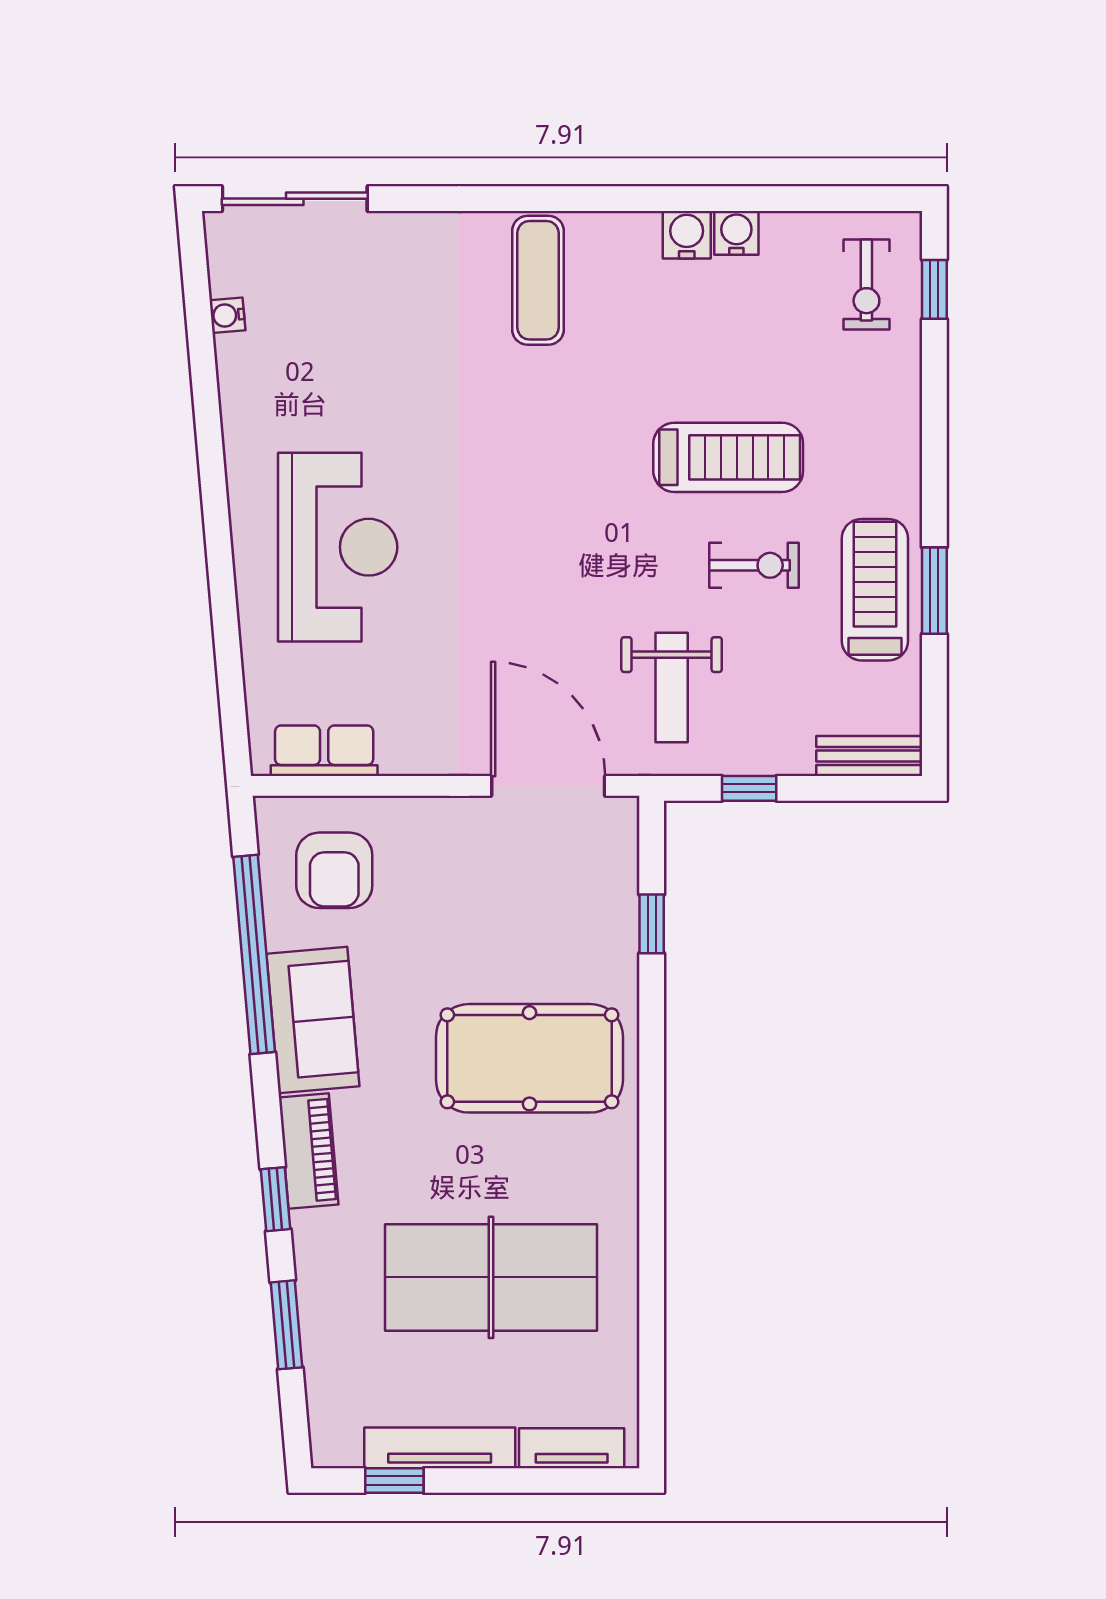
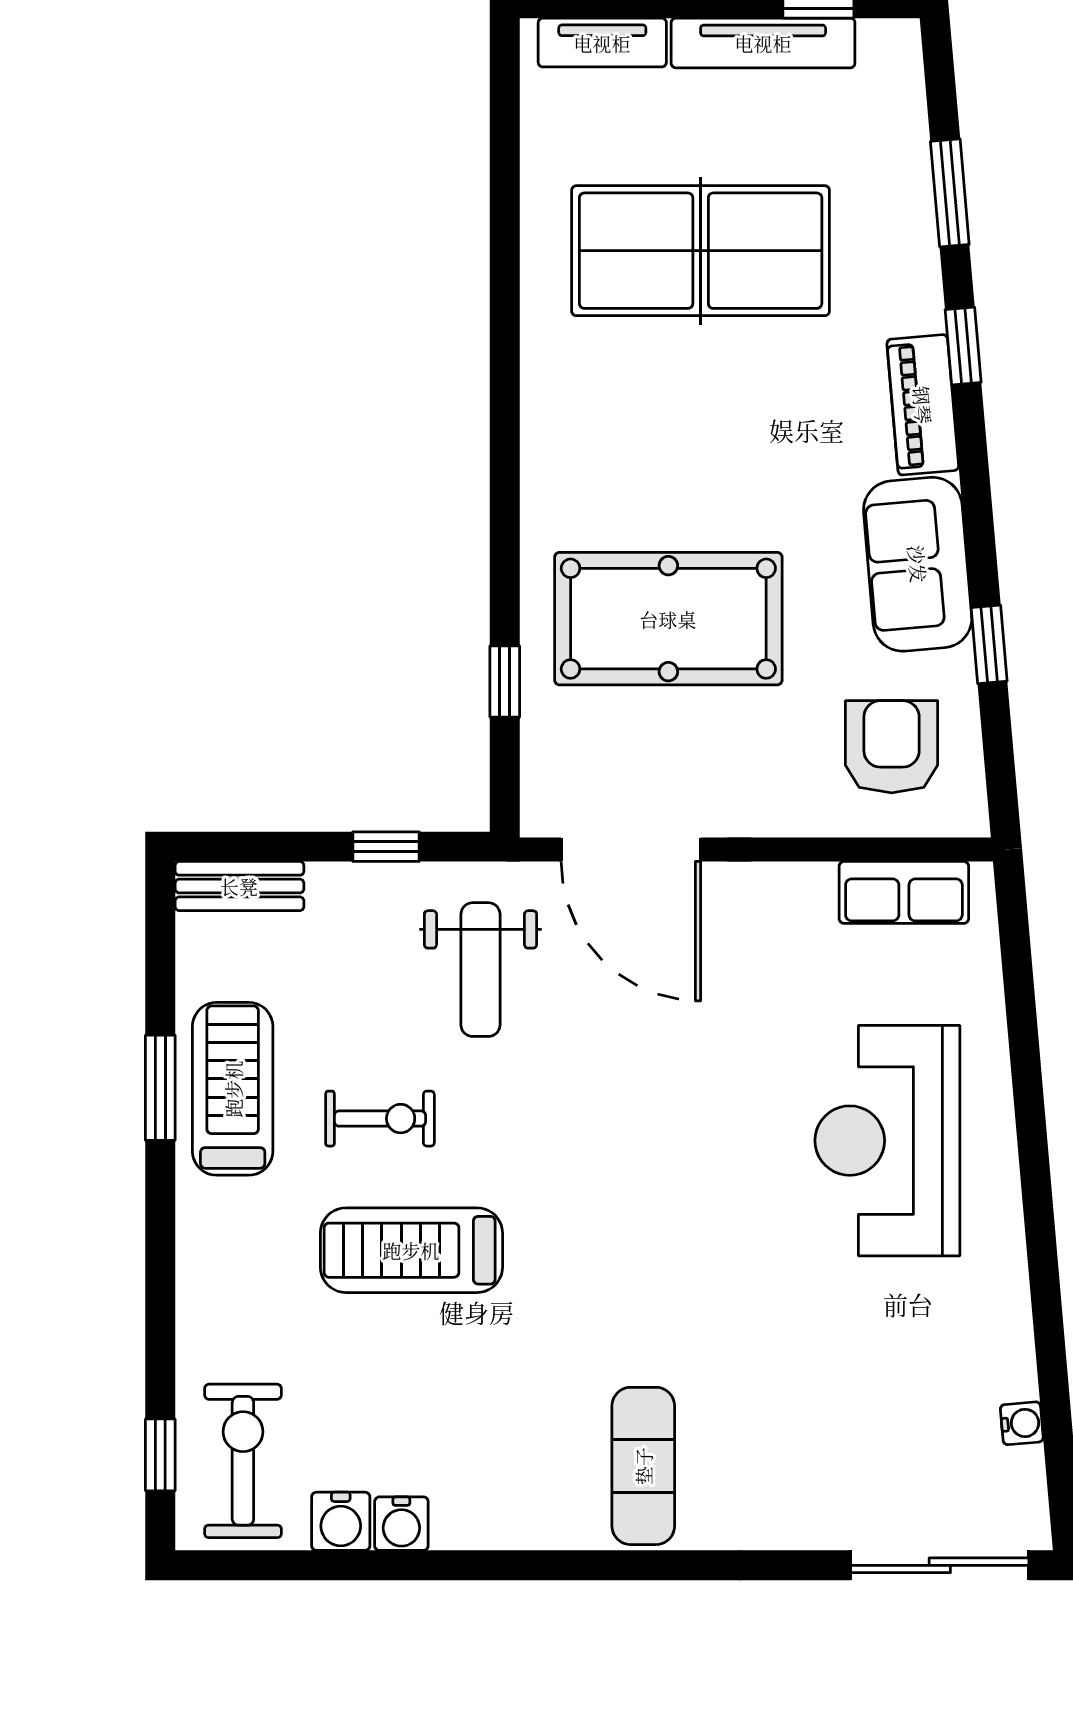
water cooler: (687, 235) -> (341, 1521), moved
exercise bike: (866, 284) -> (243, 1461), width x1.38, depth x1.39
exercise bike: (754, 565) -> (380, 1119), turned 180
treadmill: (875, 590) -> (233, 1089), turned 180
weight bench: (672, 688) -> (480, 970), turned 180
window: (254, 954) -> (989, 644), width x0.32
pool table: (529, 1058) -> (668, 619), moved

